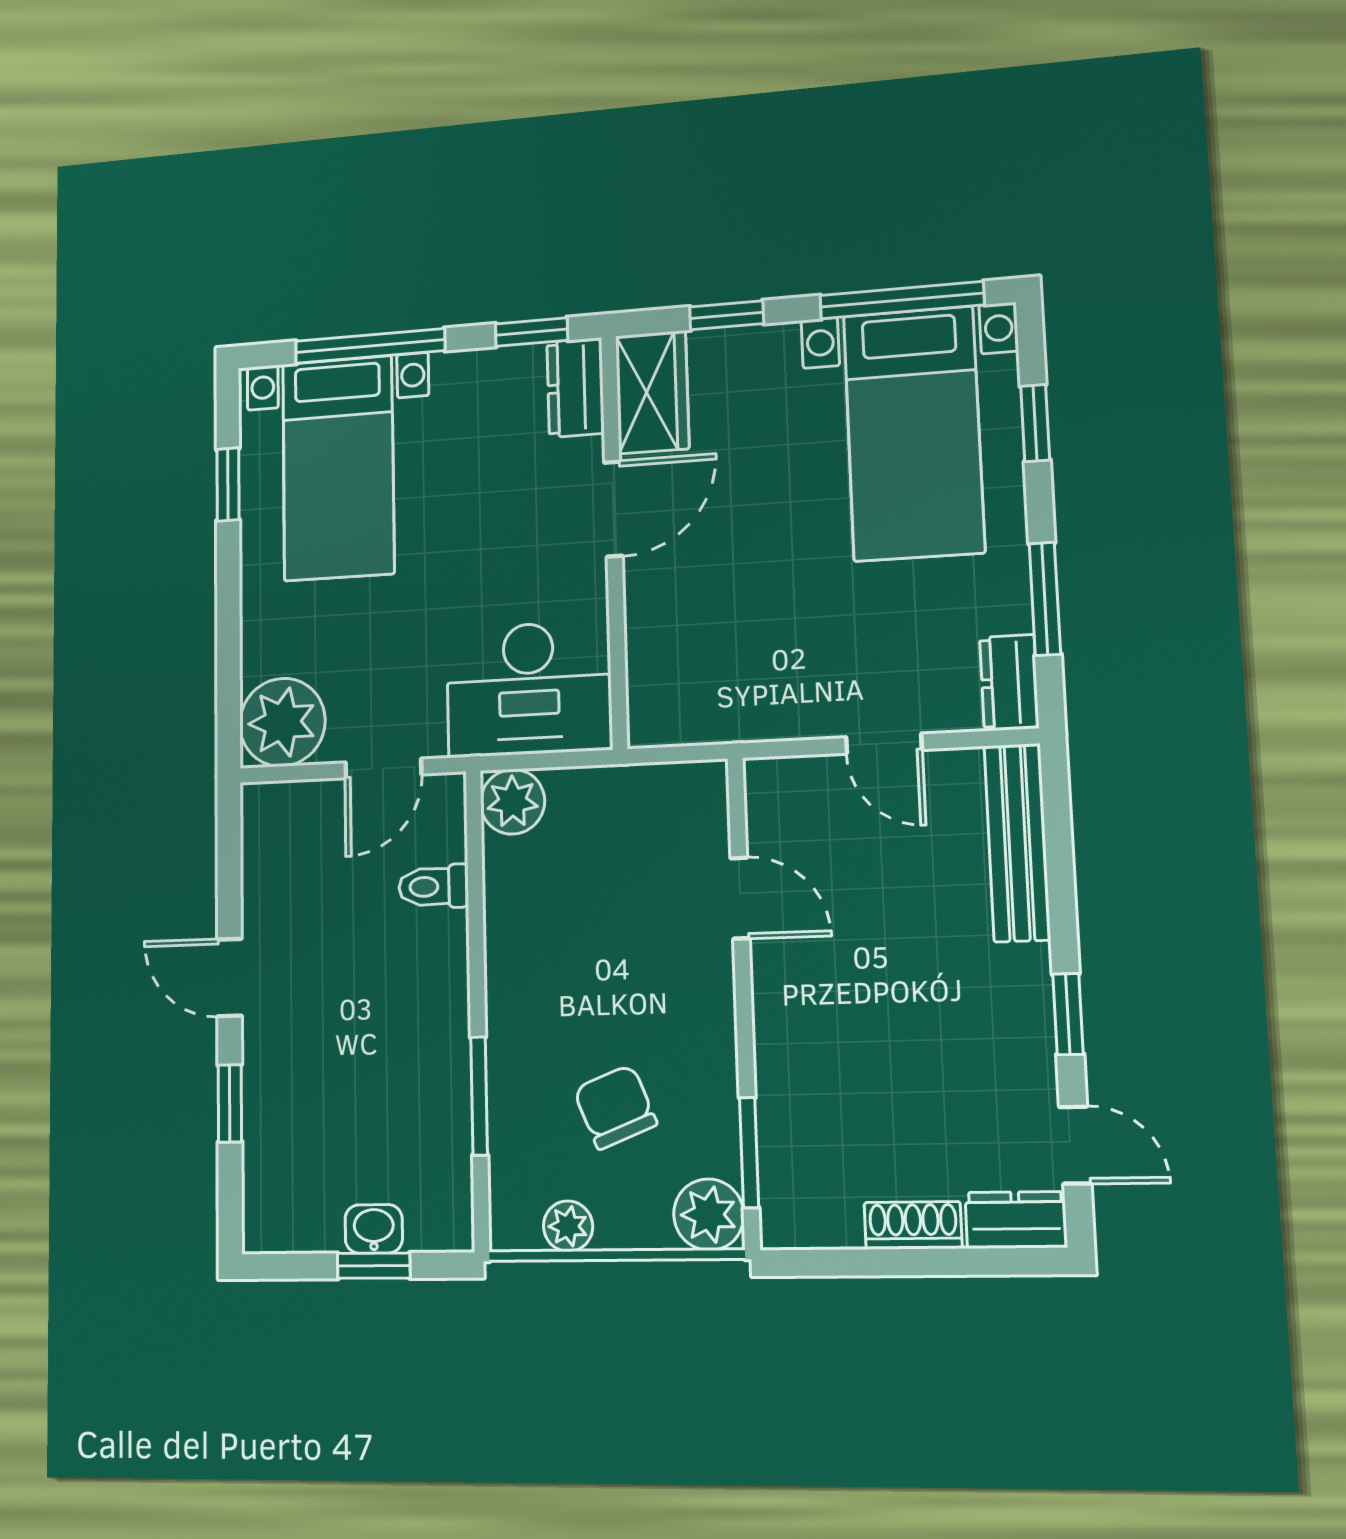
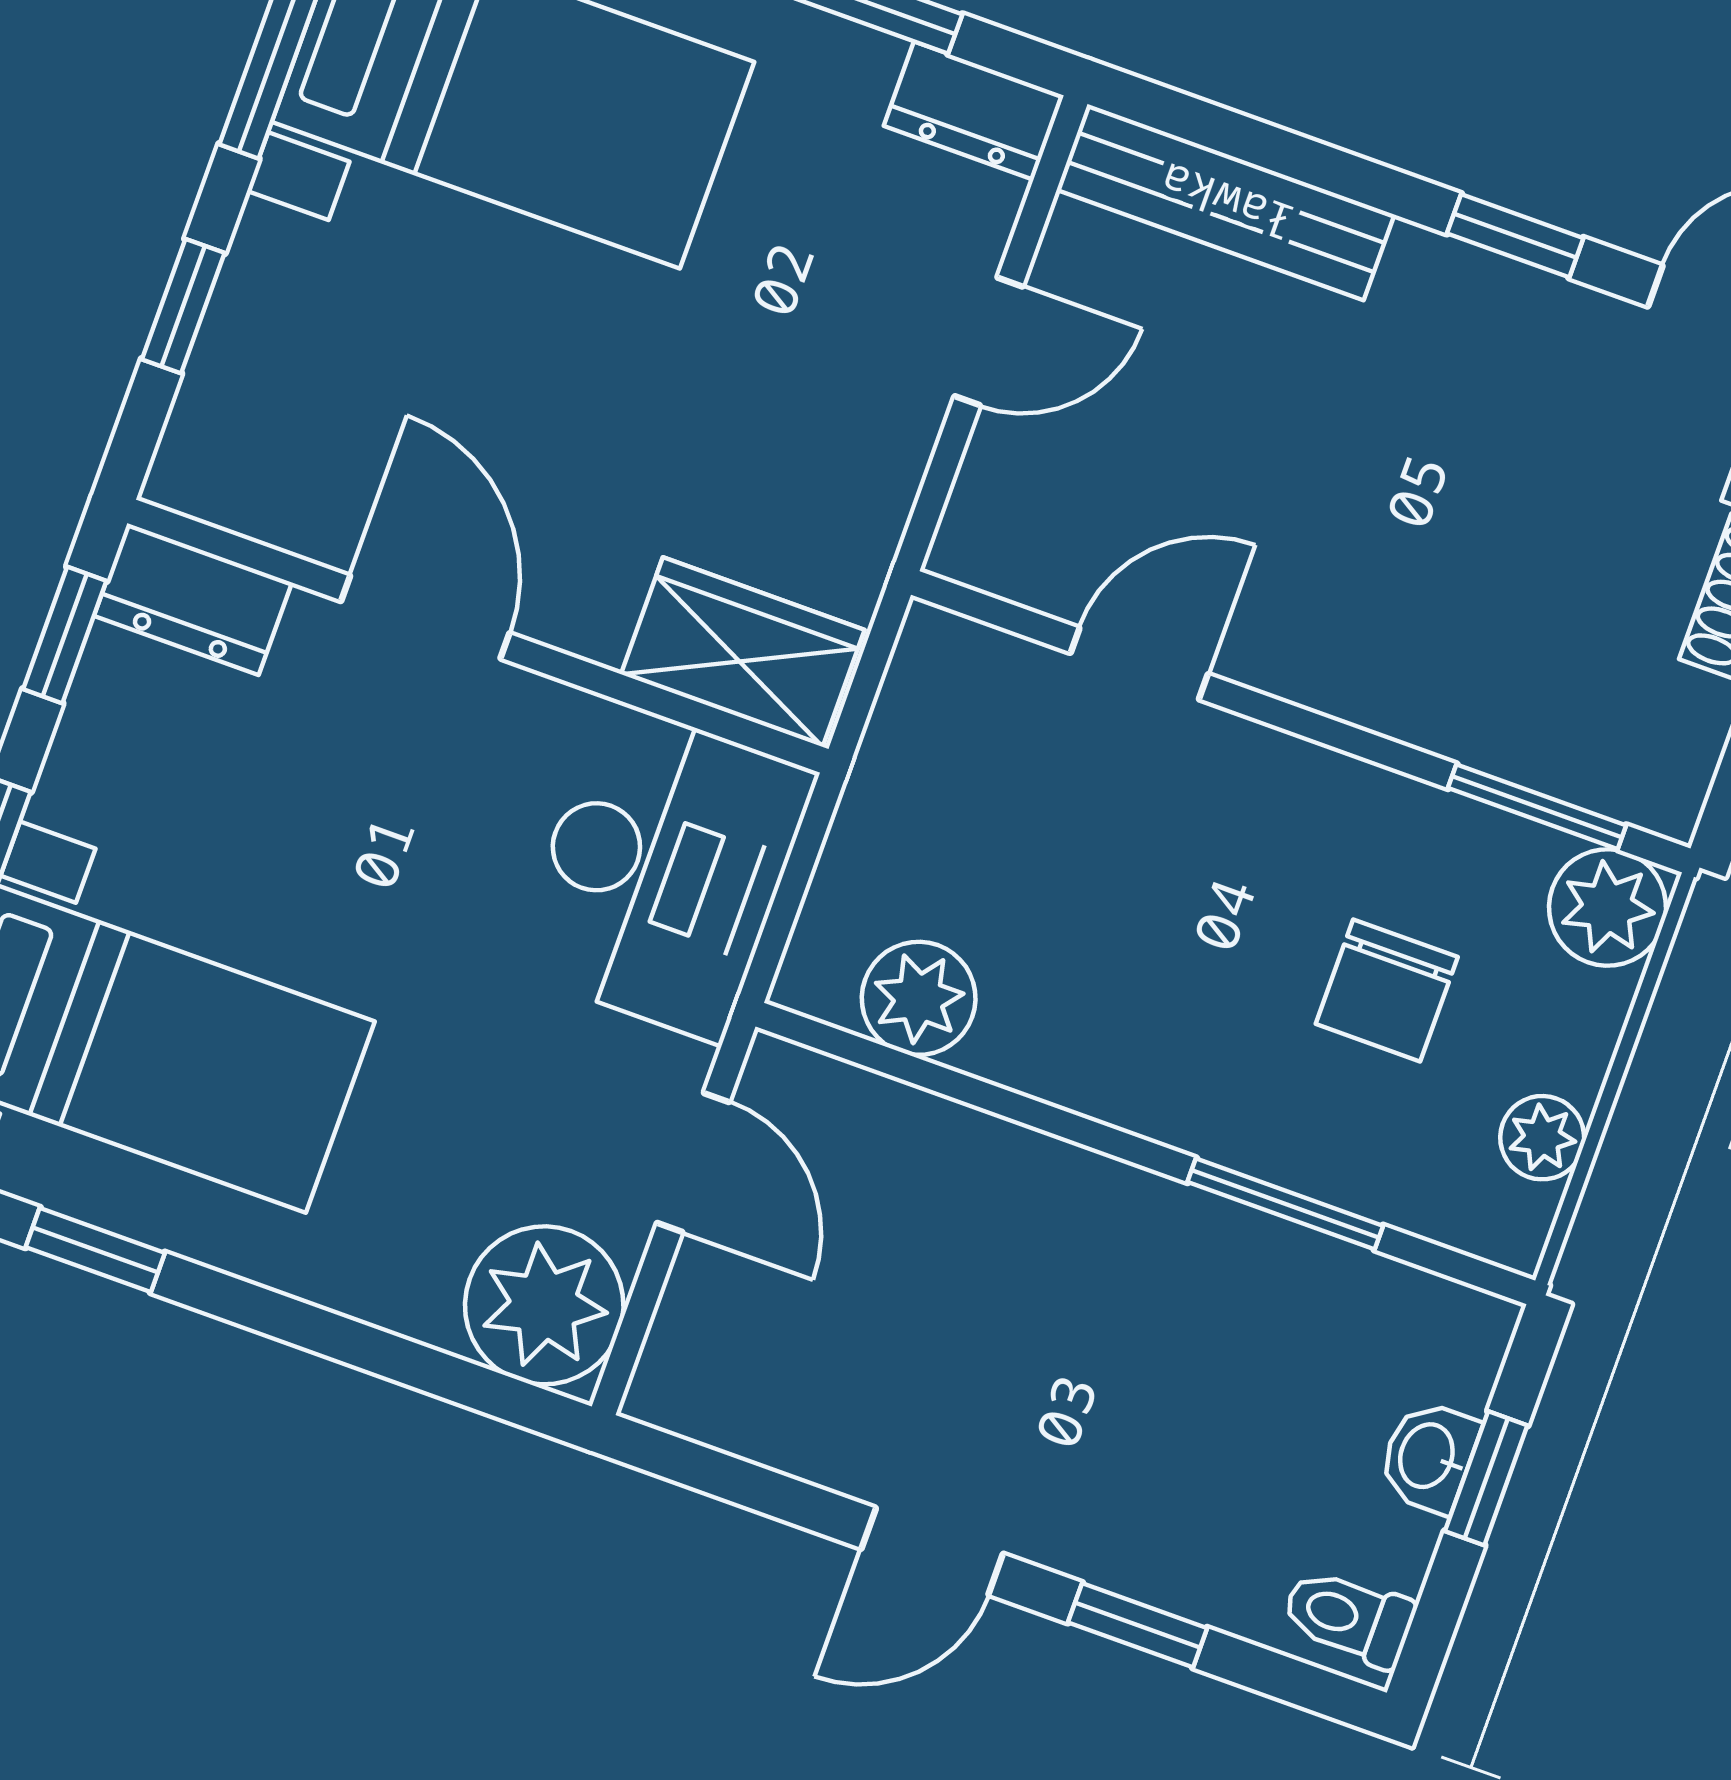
wardrobe: (652, 392) -> (743, 652), moved
plant: (513, 802) -> (919, 998), moved
toilet: (434, 887) -> (1348, 1617), moved, turned 90
chair: (615, 1107) -> (1387, 990), turned -68

